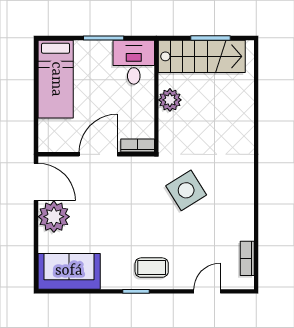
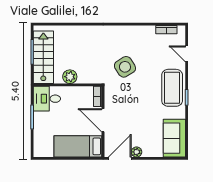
bed: (56, 79) -> (78, 146), moved, turned 180
plant: (54, 217) -> (137, 152), width x0.53, depth x0.53
coffee table: (152, 268) -> (172, 88), width x1.86, depth x1.72

